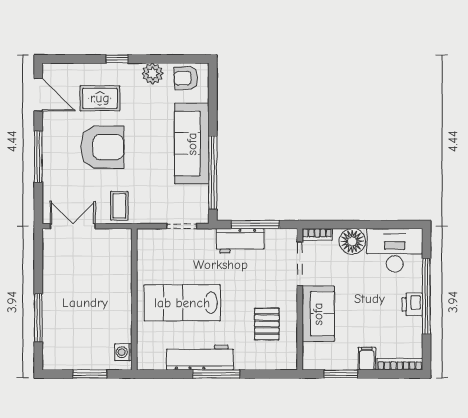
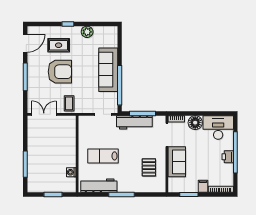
armchair: (186, 78) -> (105, 34), removed
door: (38, 95) -> (25, 43), hinge flipped
workbench: (240, 241) -> (134, 122), width x1.38
lab bench: (182, 303) -> (103, 156), width x0.73, depth x0.72
washing machine: (123, 352) -> (71, 172), moved
workbench: (200, 358) -> (99, 186), moved

